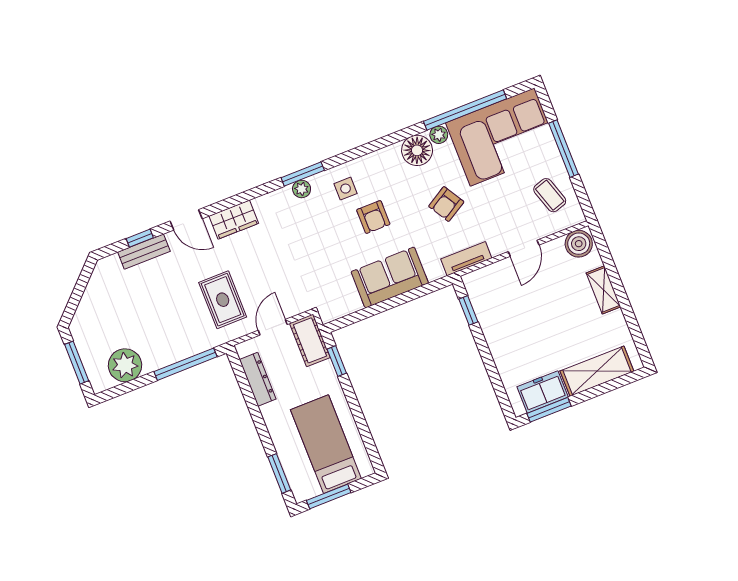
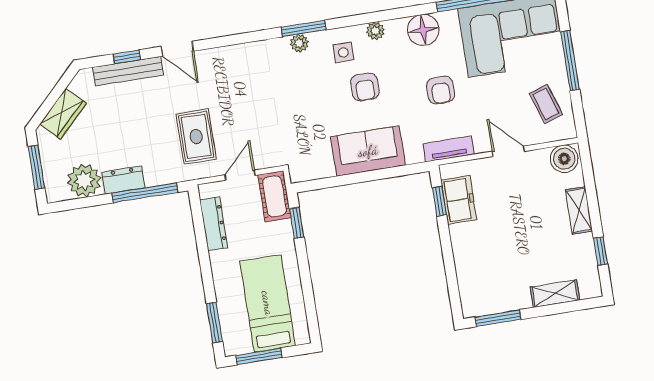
plant: (439, 135) -> (375, 31), moved
armchair: (446, 204) -> (441, 90), turned -59
wardrobe: (234, 220) -> (63, 114), moved, turned -45
door: (524, 248) -> (508, 151), swing flipped
bench: (144, 252) -> (128, 71), width x1.36
window: (633, 324) -> (601, 251), added
dresser: (162, 356) -> (123, 180), added
shelving: (597, 371) -> (555, 294), width x0.67, depth x0.75
freezer: (543, 392) -> (459, 200), moved, turned 90

